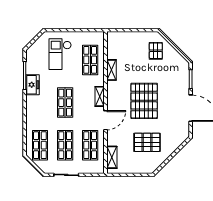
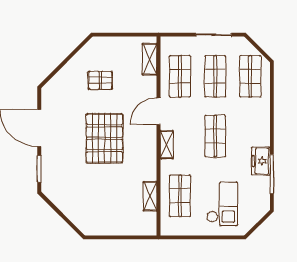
pallet: (156, 51) -> (88, 209), removed
shelving: (111, 70) -> (150, 196), moved
pallet: (147, 142) -> (100, 80), width x0.67, depth x0.71

